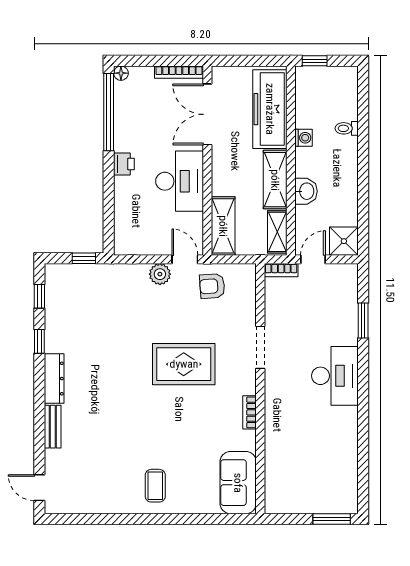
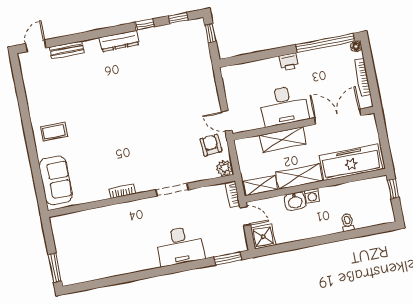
bookcase: (179, 72) -> (363, 77), moved
washing machine: (303, 138) -> (312, 196), moved
shelving: (223, 226) -> (283, 140), moved
window: (84, 258) -> (210, 33), moved
door: (185, 259) -> (227, 121), swing flipped
plant: (160, 274) -> (225, 168), moved
window: (363, 320) -> (228, 258), moved
rug: (184, 364) -> (149, 135), removed
desk: (335, 376) -> (180, 246), moved
bench: (53, 427) -> (67, 50), moved
sofa: (238, 483) -> (56, 180), moved, turned 90

